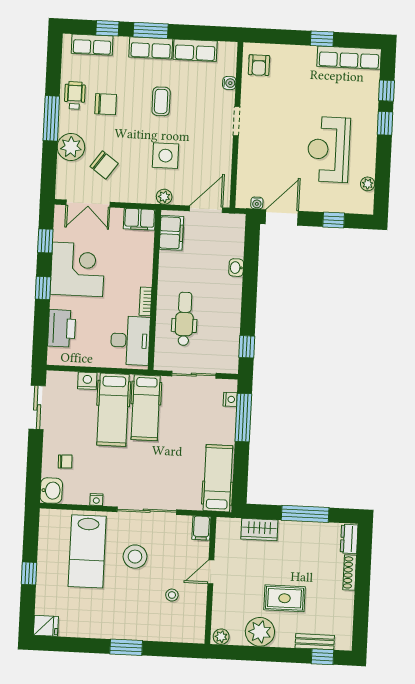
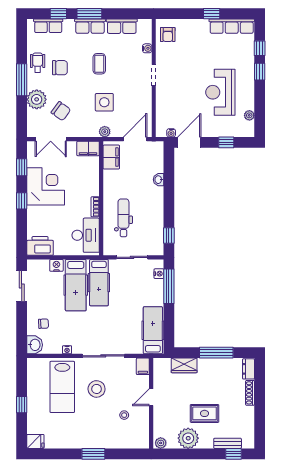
printer: (62, 328) -> (40, 246), moved, turned -90

